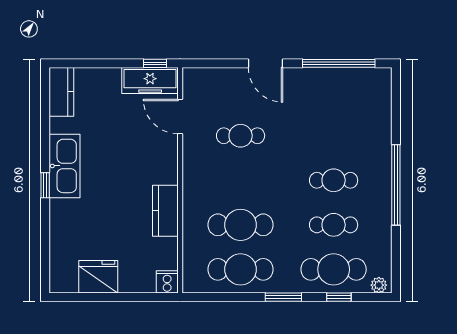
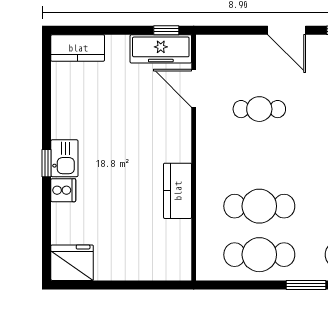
kitchen counter: (61, 92) -> (78, 48), moved, turned 90
kitchen sink: (65, 166) -> (64, 158), width x0.53, depth x0.81
fridge: (98, 277) -> (72, 263), moved
cooker: (167, 282) -> (63, 190), moved, turned 90

